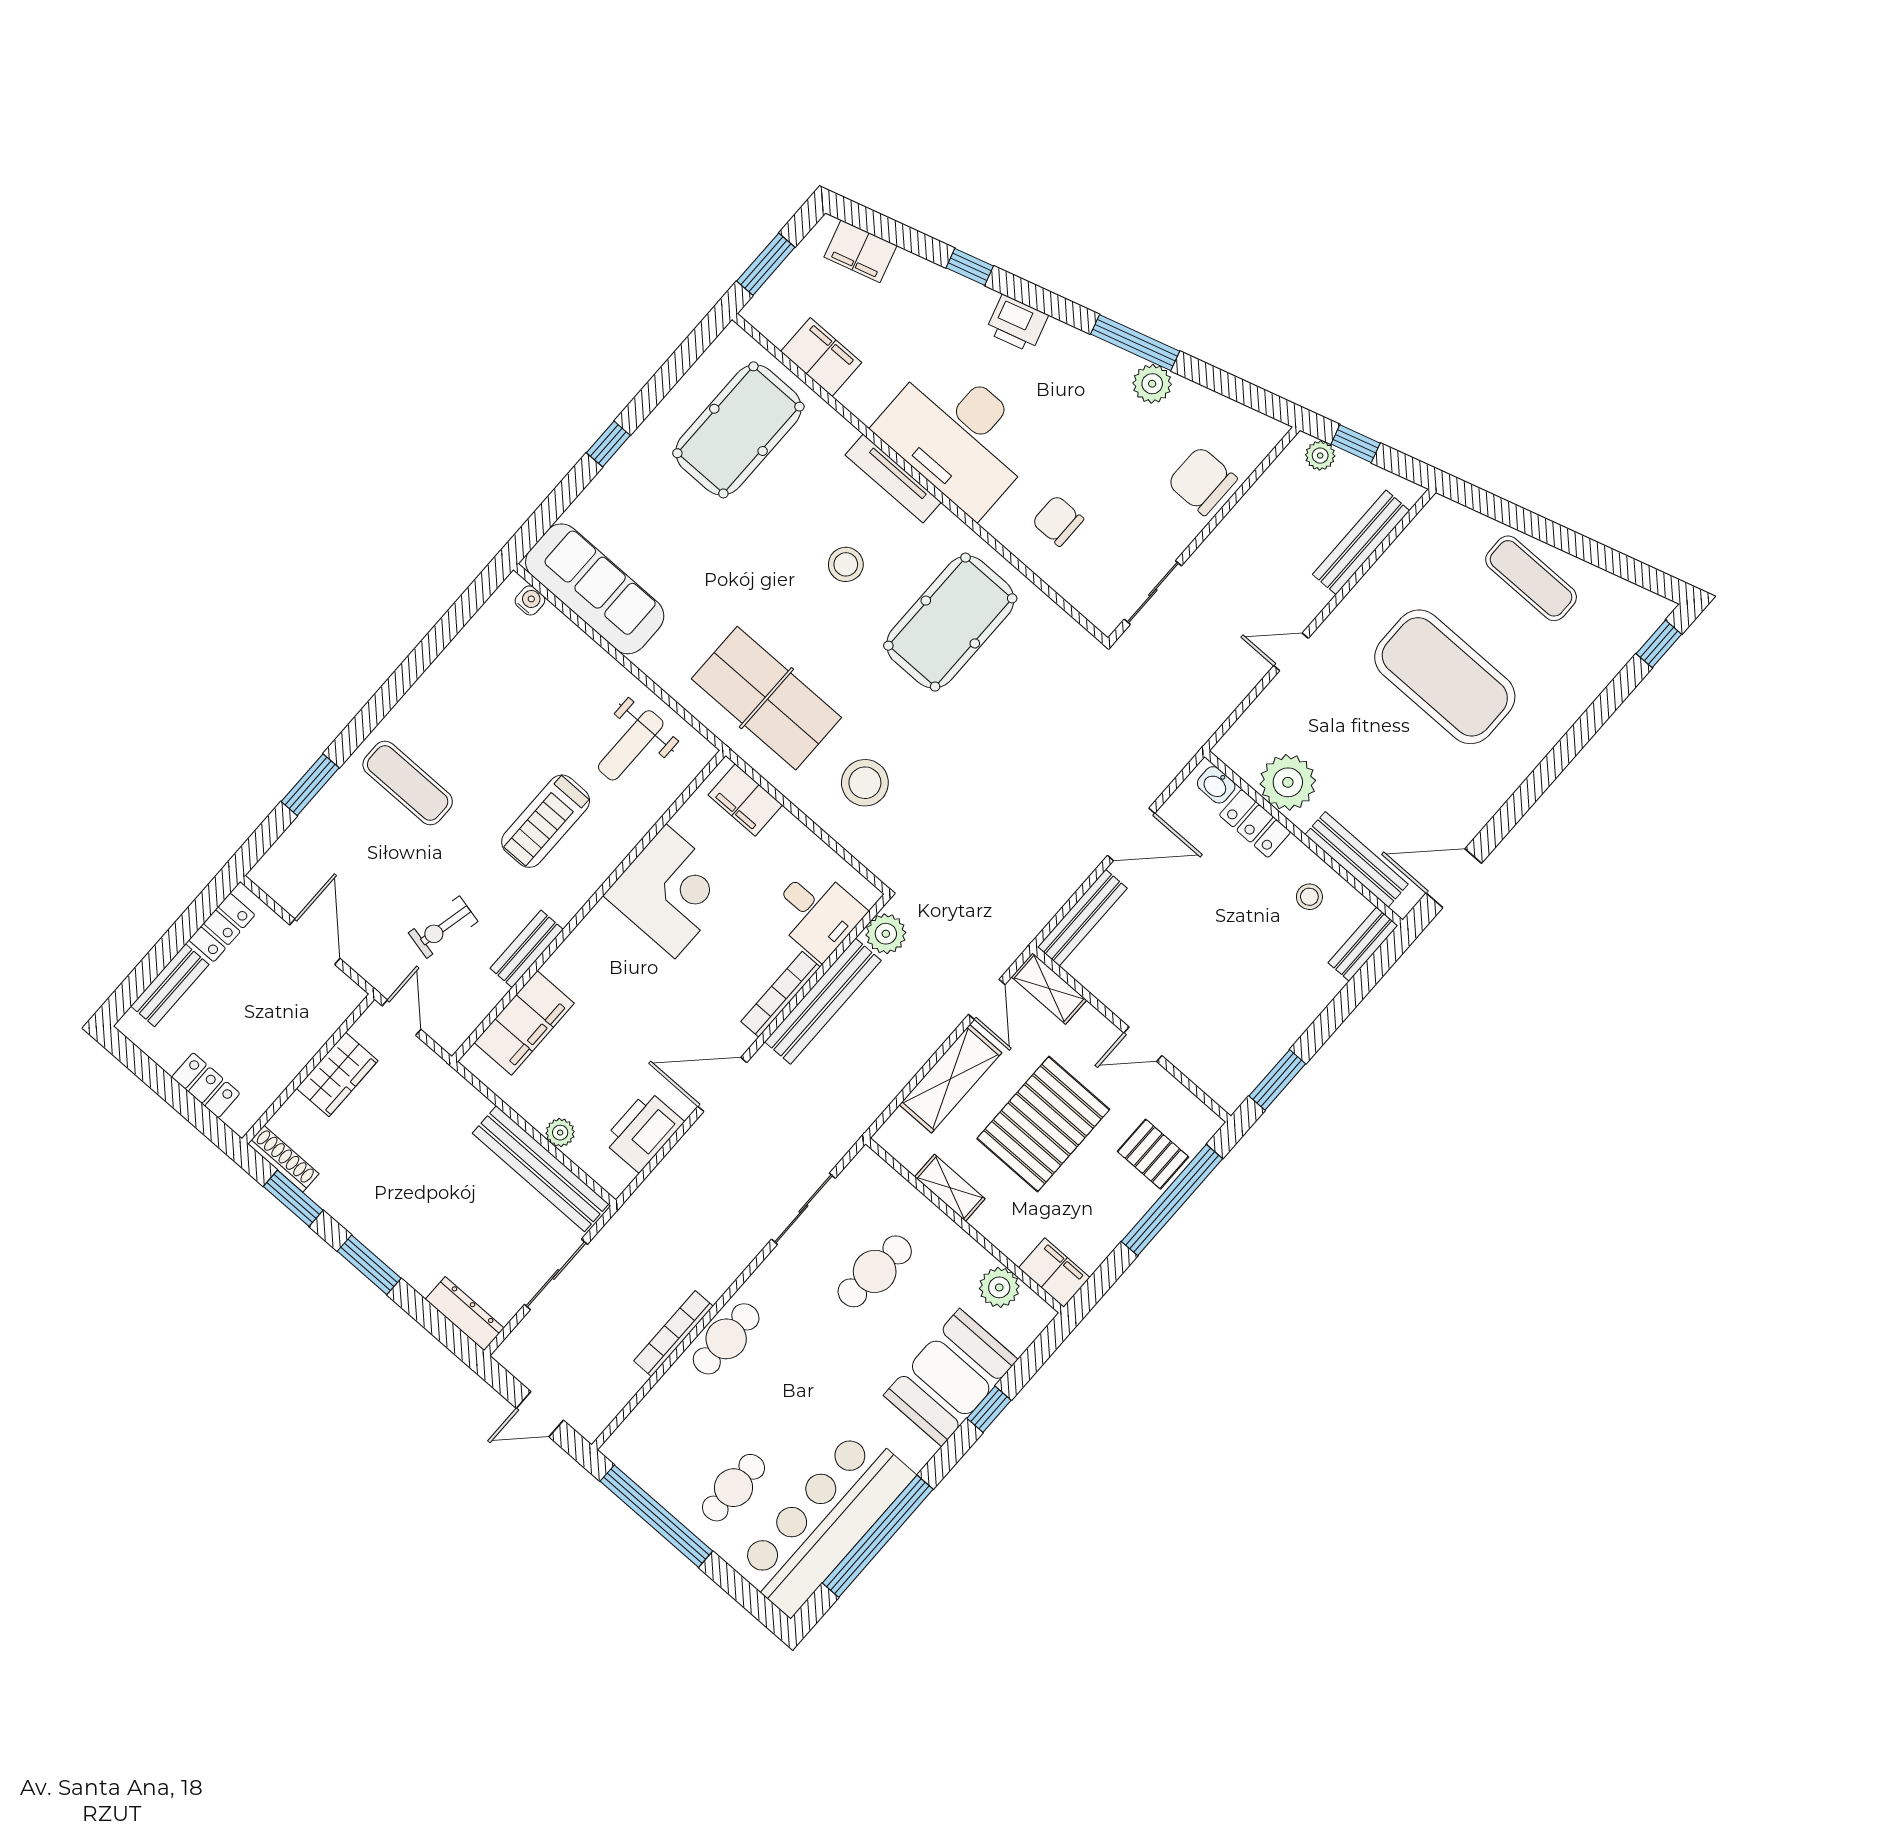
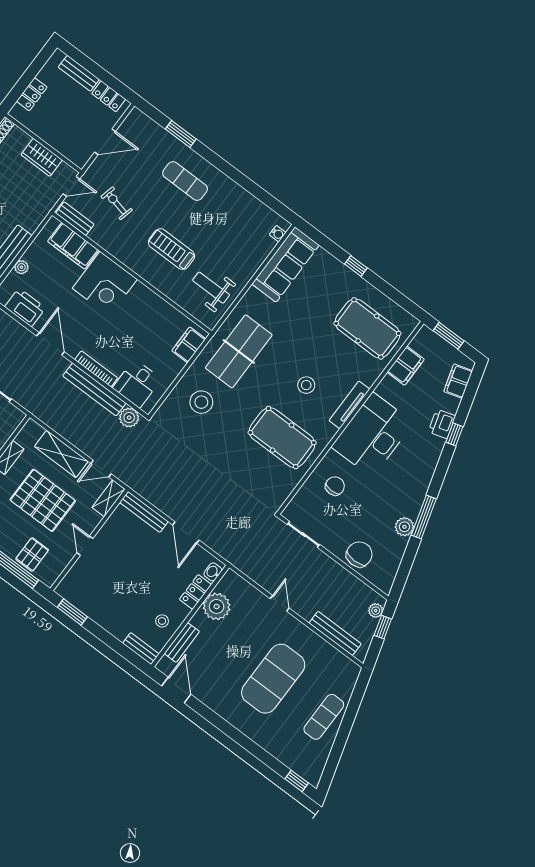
printer: (1017, 324) -> (442, 424), moved
exercise mat: (408, 783) -> (185, 181), turned 90
bench: (1357, 859) -> (182, 642), width x0.73
corner desk: (670, 891) -> (105, 284), moved
bench: (527, 949) -> (75, 219), moved

